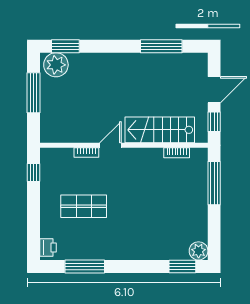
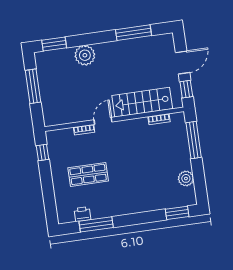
plant: (56, 65) -> (85, 55), moved
printer: (48, 247) -> (82, 214), moved, turned -90
plant: (199, 251) -> (186, 178), moved

